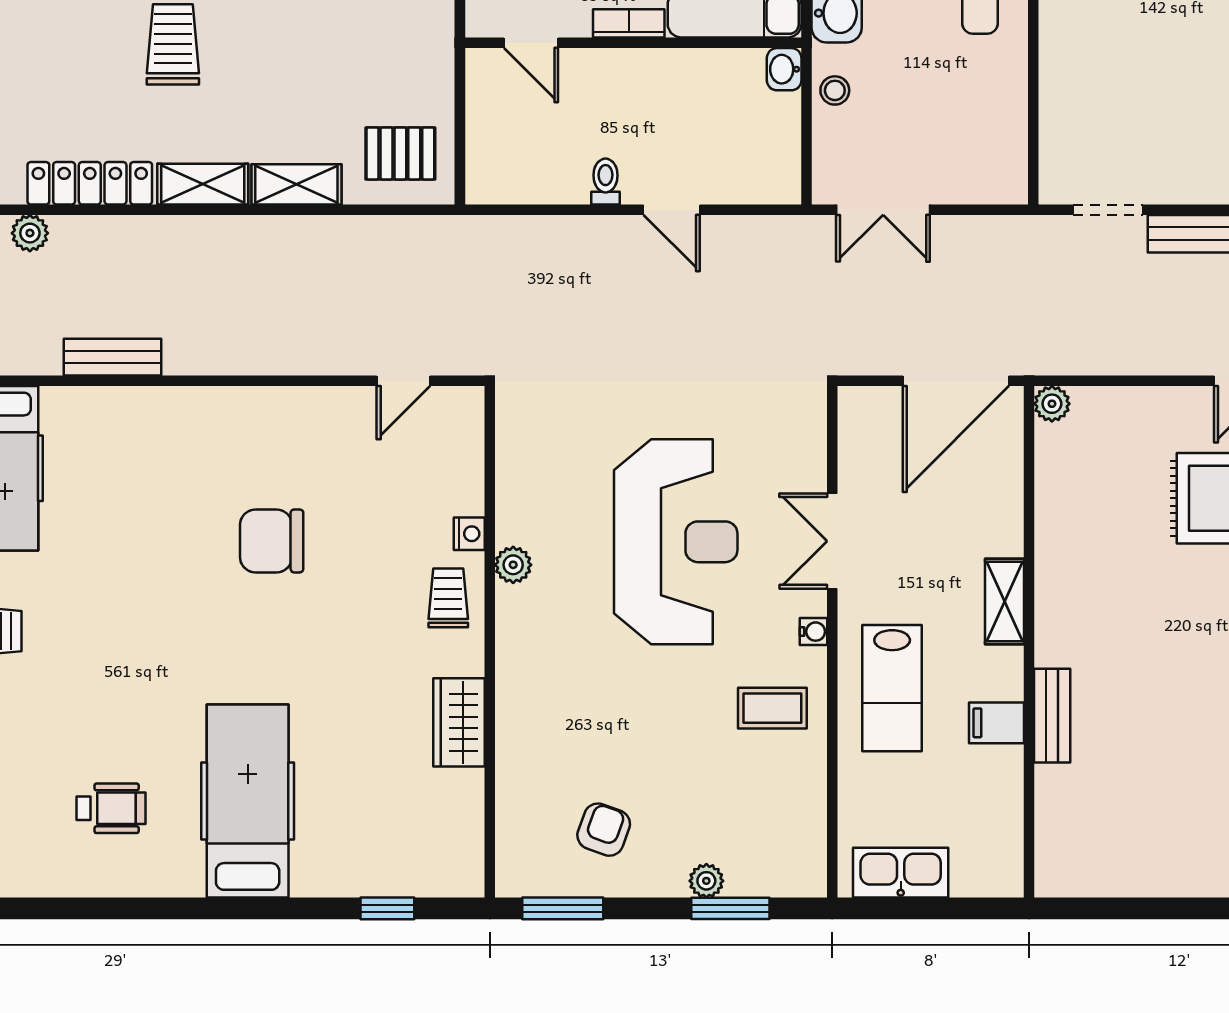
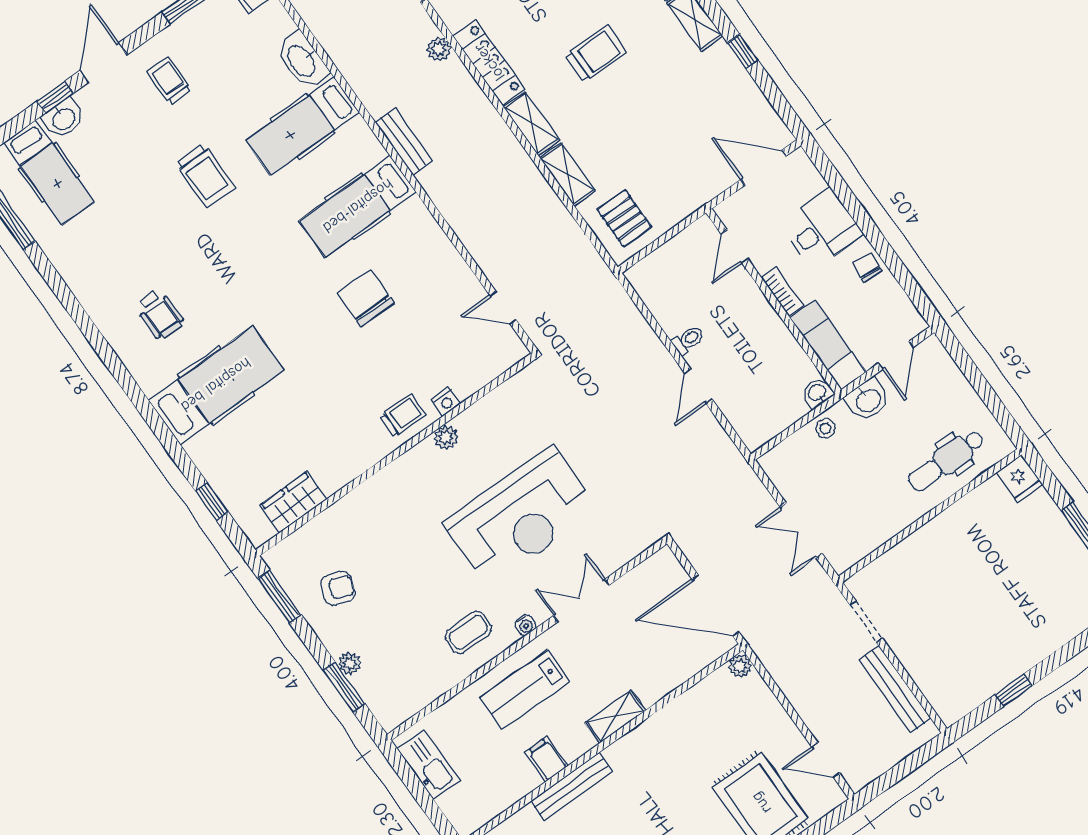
double door: (883, 210) -> (801, 530), moved
hospital bed: (152, 471) -> (358, 206), added
coffee table: (772, 708) -> (468, 633), turned 90
bench: (1052, 716) -> (572, 786), width x1.36
wardrobe: (459, 722) -> (293, 502), moved

